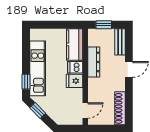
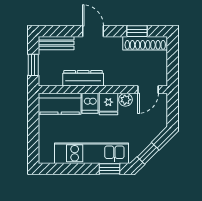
plant: (78, 94) -> (126, 100), added
window: (129, 102) -> (137, 31), added
door: (85, 110) -> (148, 90), swing flipped

